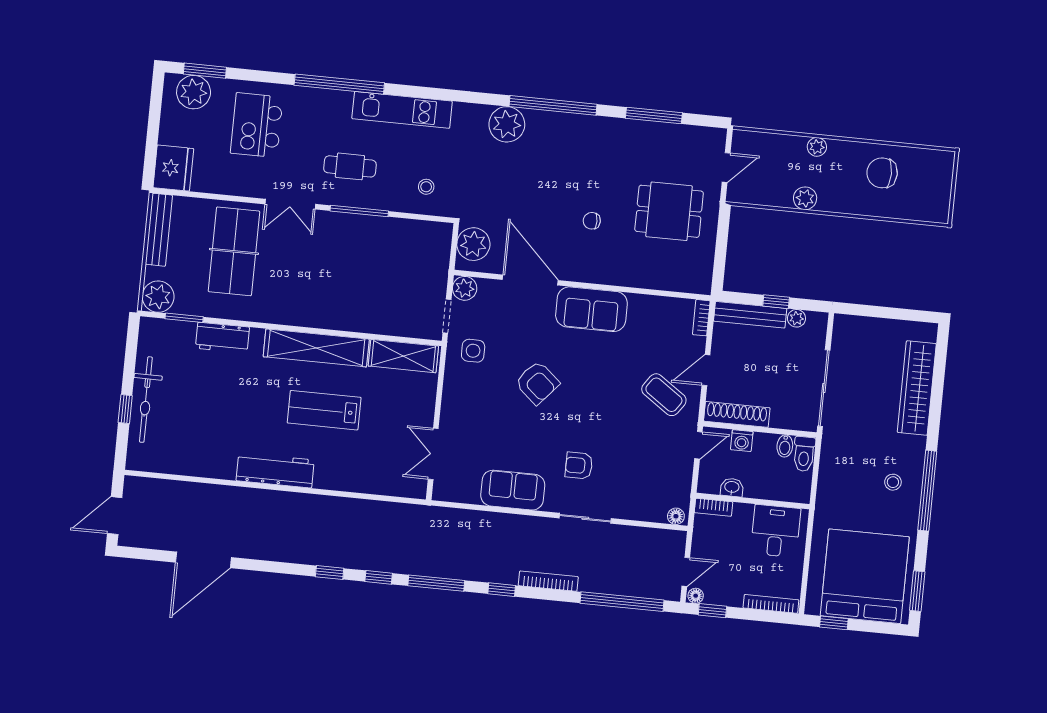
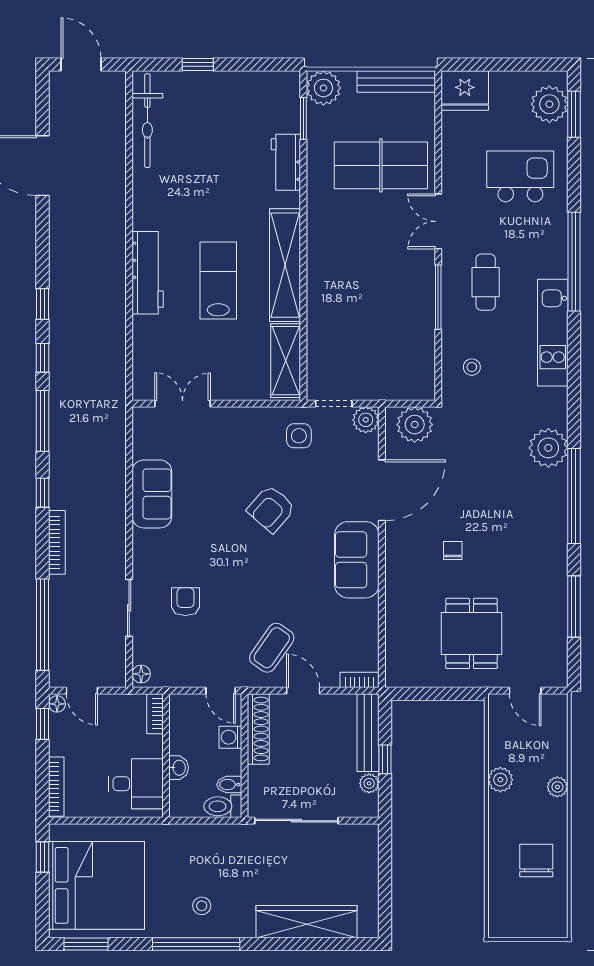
bicycle: (146, 400) -> (147, 121), moved, turned -90
armchair: (579, 466) -> (185, 602), moved
workbench: (275, 470) -> (148, 273), moved
washbasin: (732, 487) -> (179, 768), moved
sliding door: (585, 518) -> (129, 608), moved

